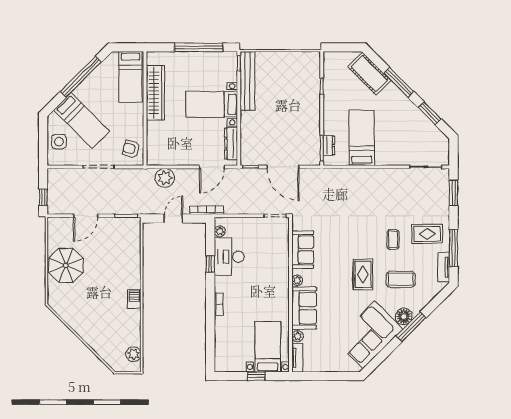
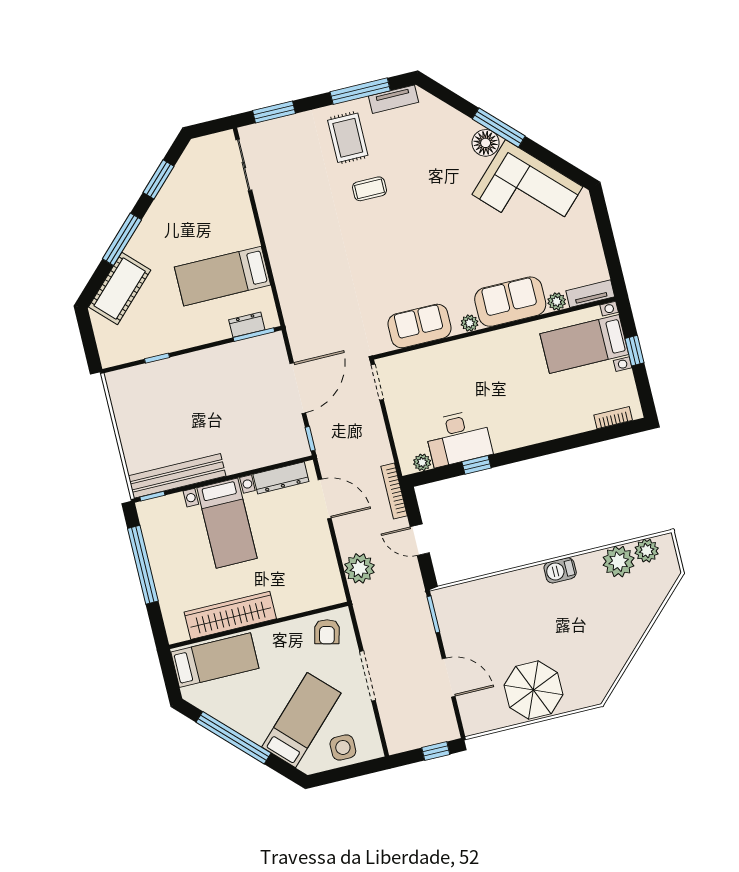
rug: (363, 274) -> (435, 223), removed
coffee table: (401, 279) -> (429, 162), removed
bookcase: (219, 304) -> (613, 418), moved
plant: (131, 336) -> (619, 562), added

